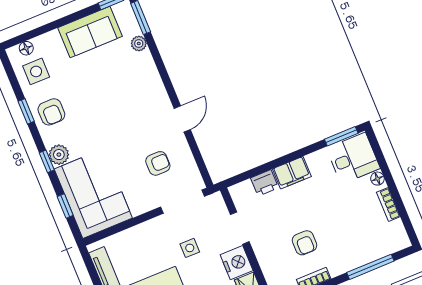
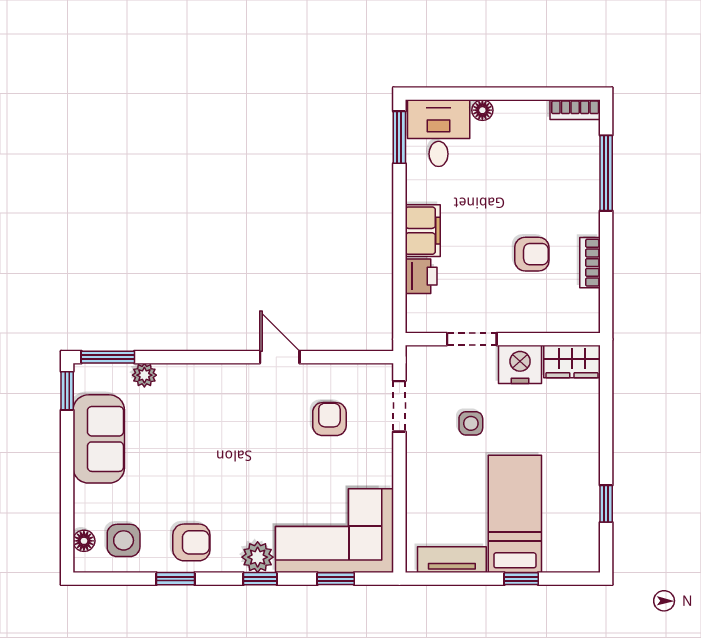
doorway: (182, 202) -> (399, 406), width x0.73
bookcase: (388, 204) -> (575, 110), moved

